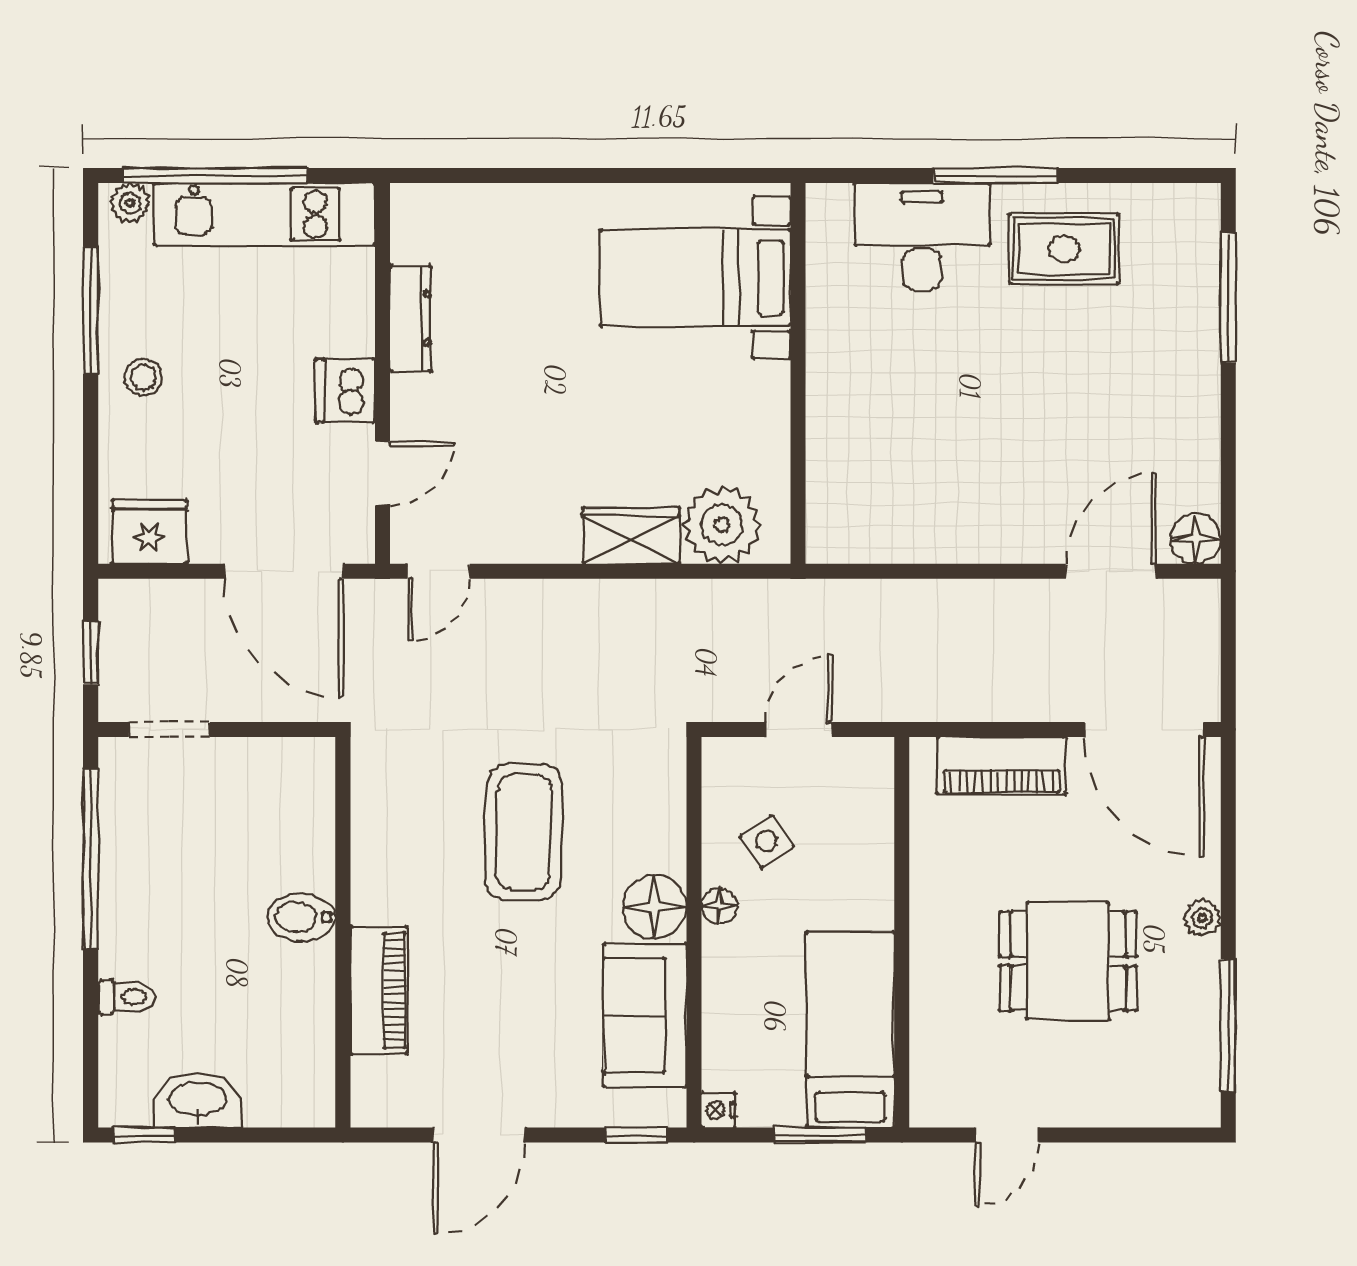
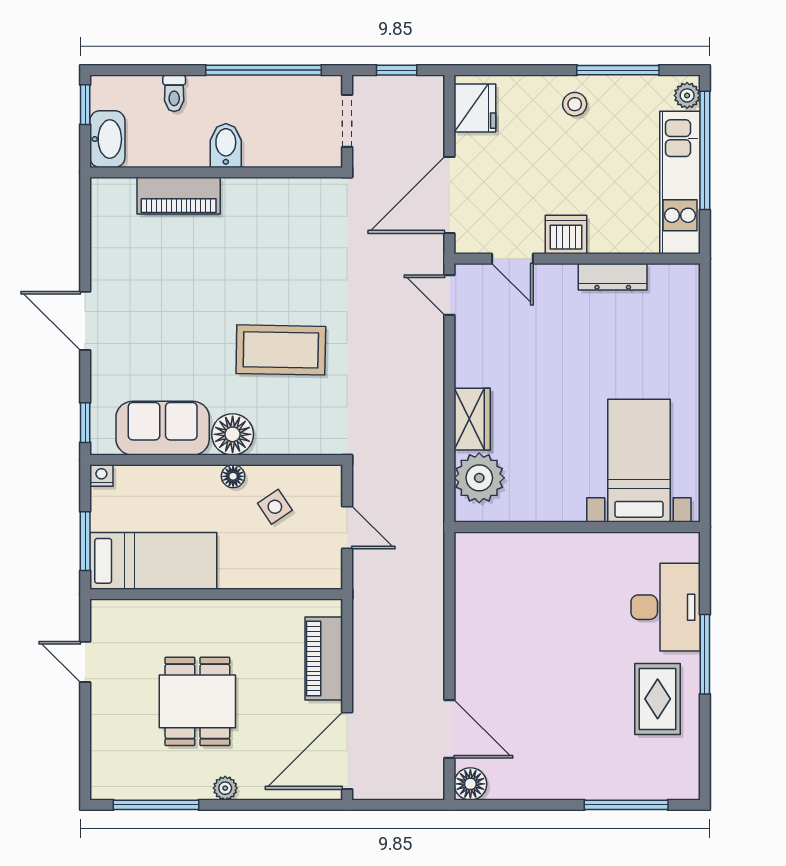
bidet: (301, 917) -> (226, 145), moved
wall: (343, 932) -> (216, 172), moved
piano: (379, 990) -> (179, 196), moved

